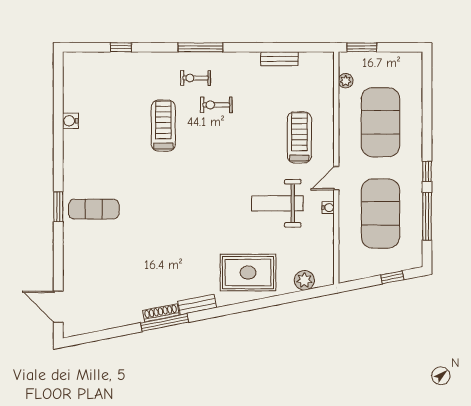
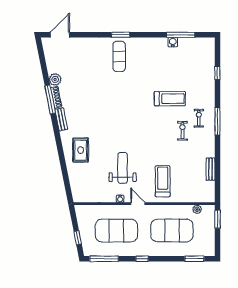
window: (427, 85) -> (195, 259), added
window: (58, 108) -> (181, 35), added
treadmill: (299, 137) -> (163, 181), turned -90
window: (427, 216) -> (104, 259), moved
rug: (248, 273) -> (81, 150), width x0.73, depth x0.70
plant: (304, 280) -> (55, 79), moved

